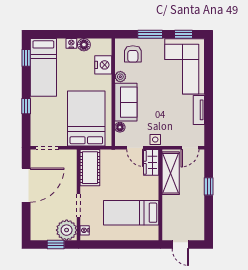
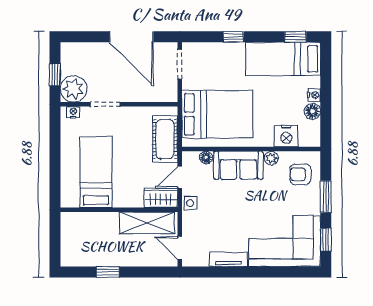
cot: (90, 168) -> (165, 139), moved, turned 90
window: (209, 186) -> (108, 272), moved
door: (180, 245) -> (55, 235), removed

